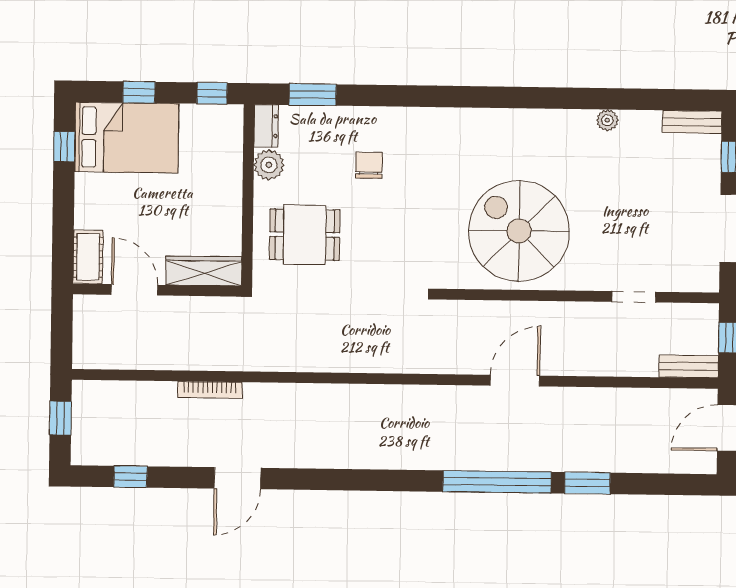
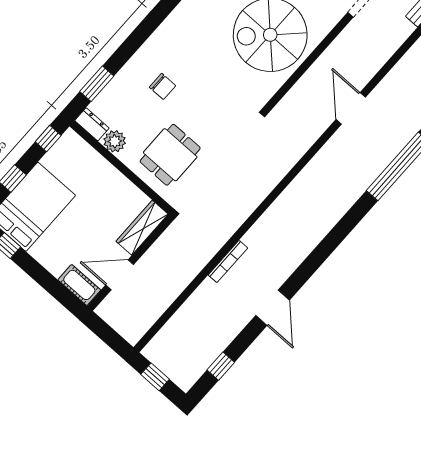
chair: (369, 165) -> (162, 86), turned 180
bookcase: (210, 390) -> (228, 261), moved

